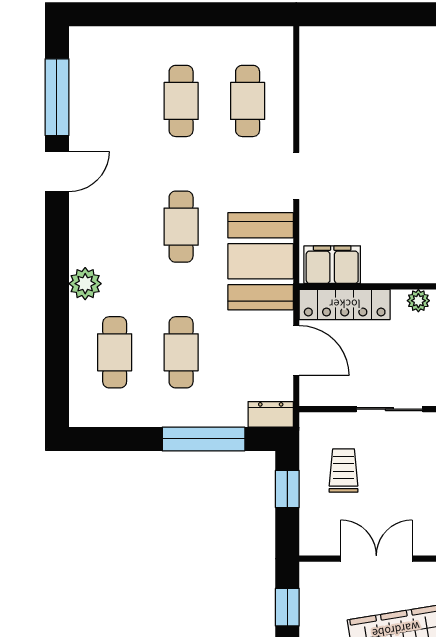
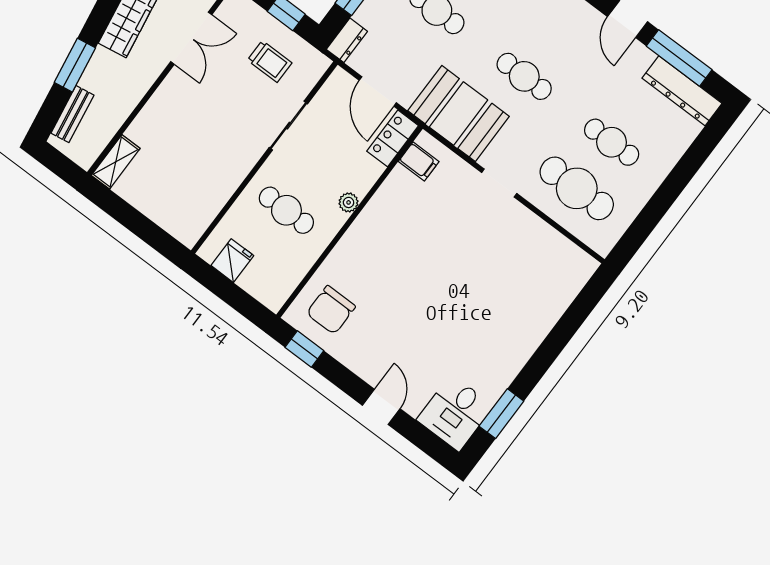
dresser: (85, 72) -> (682, 91), added
cafe table: (248, 101) -> (577, 188), width x1.37, depth x1.35
filing cabinet: (332, 265) -> (419, 161), width x0.50
locker: (345, 304) -> (393, 138), width x0.66
door: (296, 351) -> (378, 92), hinge flipped

